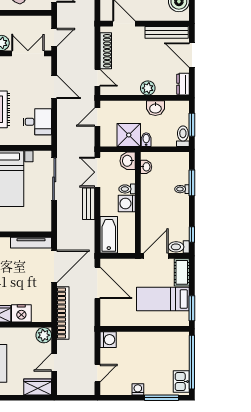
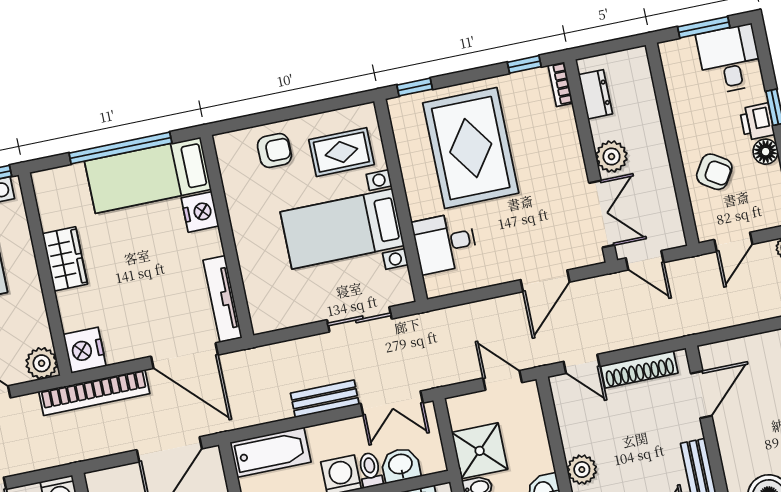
door: (97, 78) -> (582, 364), hinge flipped
desk: (37, 122) -> (445, 243), moved, turned 90
washbasin: (128, 161) -> (401, 465), moved
double door: (97, 172) -> (392, 403), swing flipped
sliding door: (54, 179) -> (359, 319), width x0.73
nightstand: (21, 313) -> (85, 350), moved

